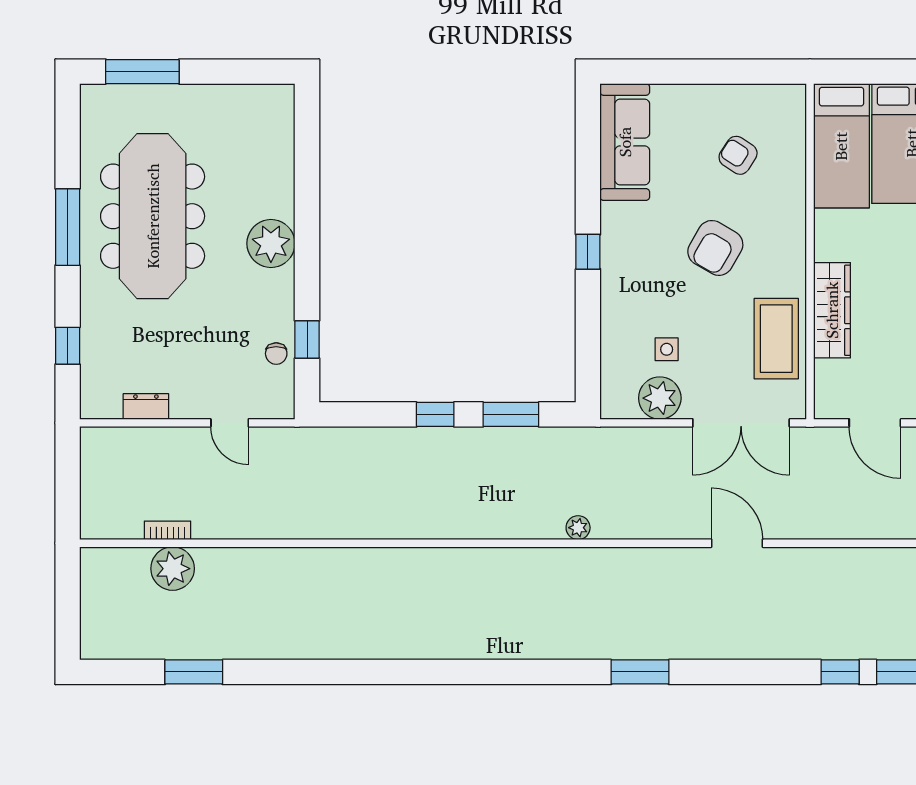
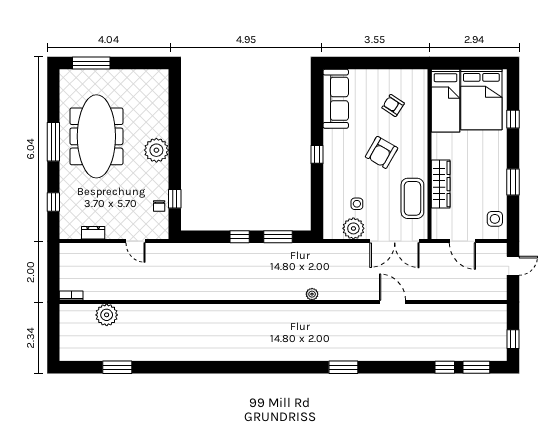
bookcase: (168, 530) -> (71, 295), moved

